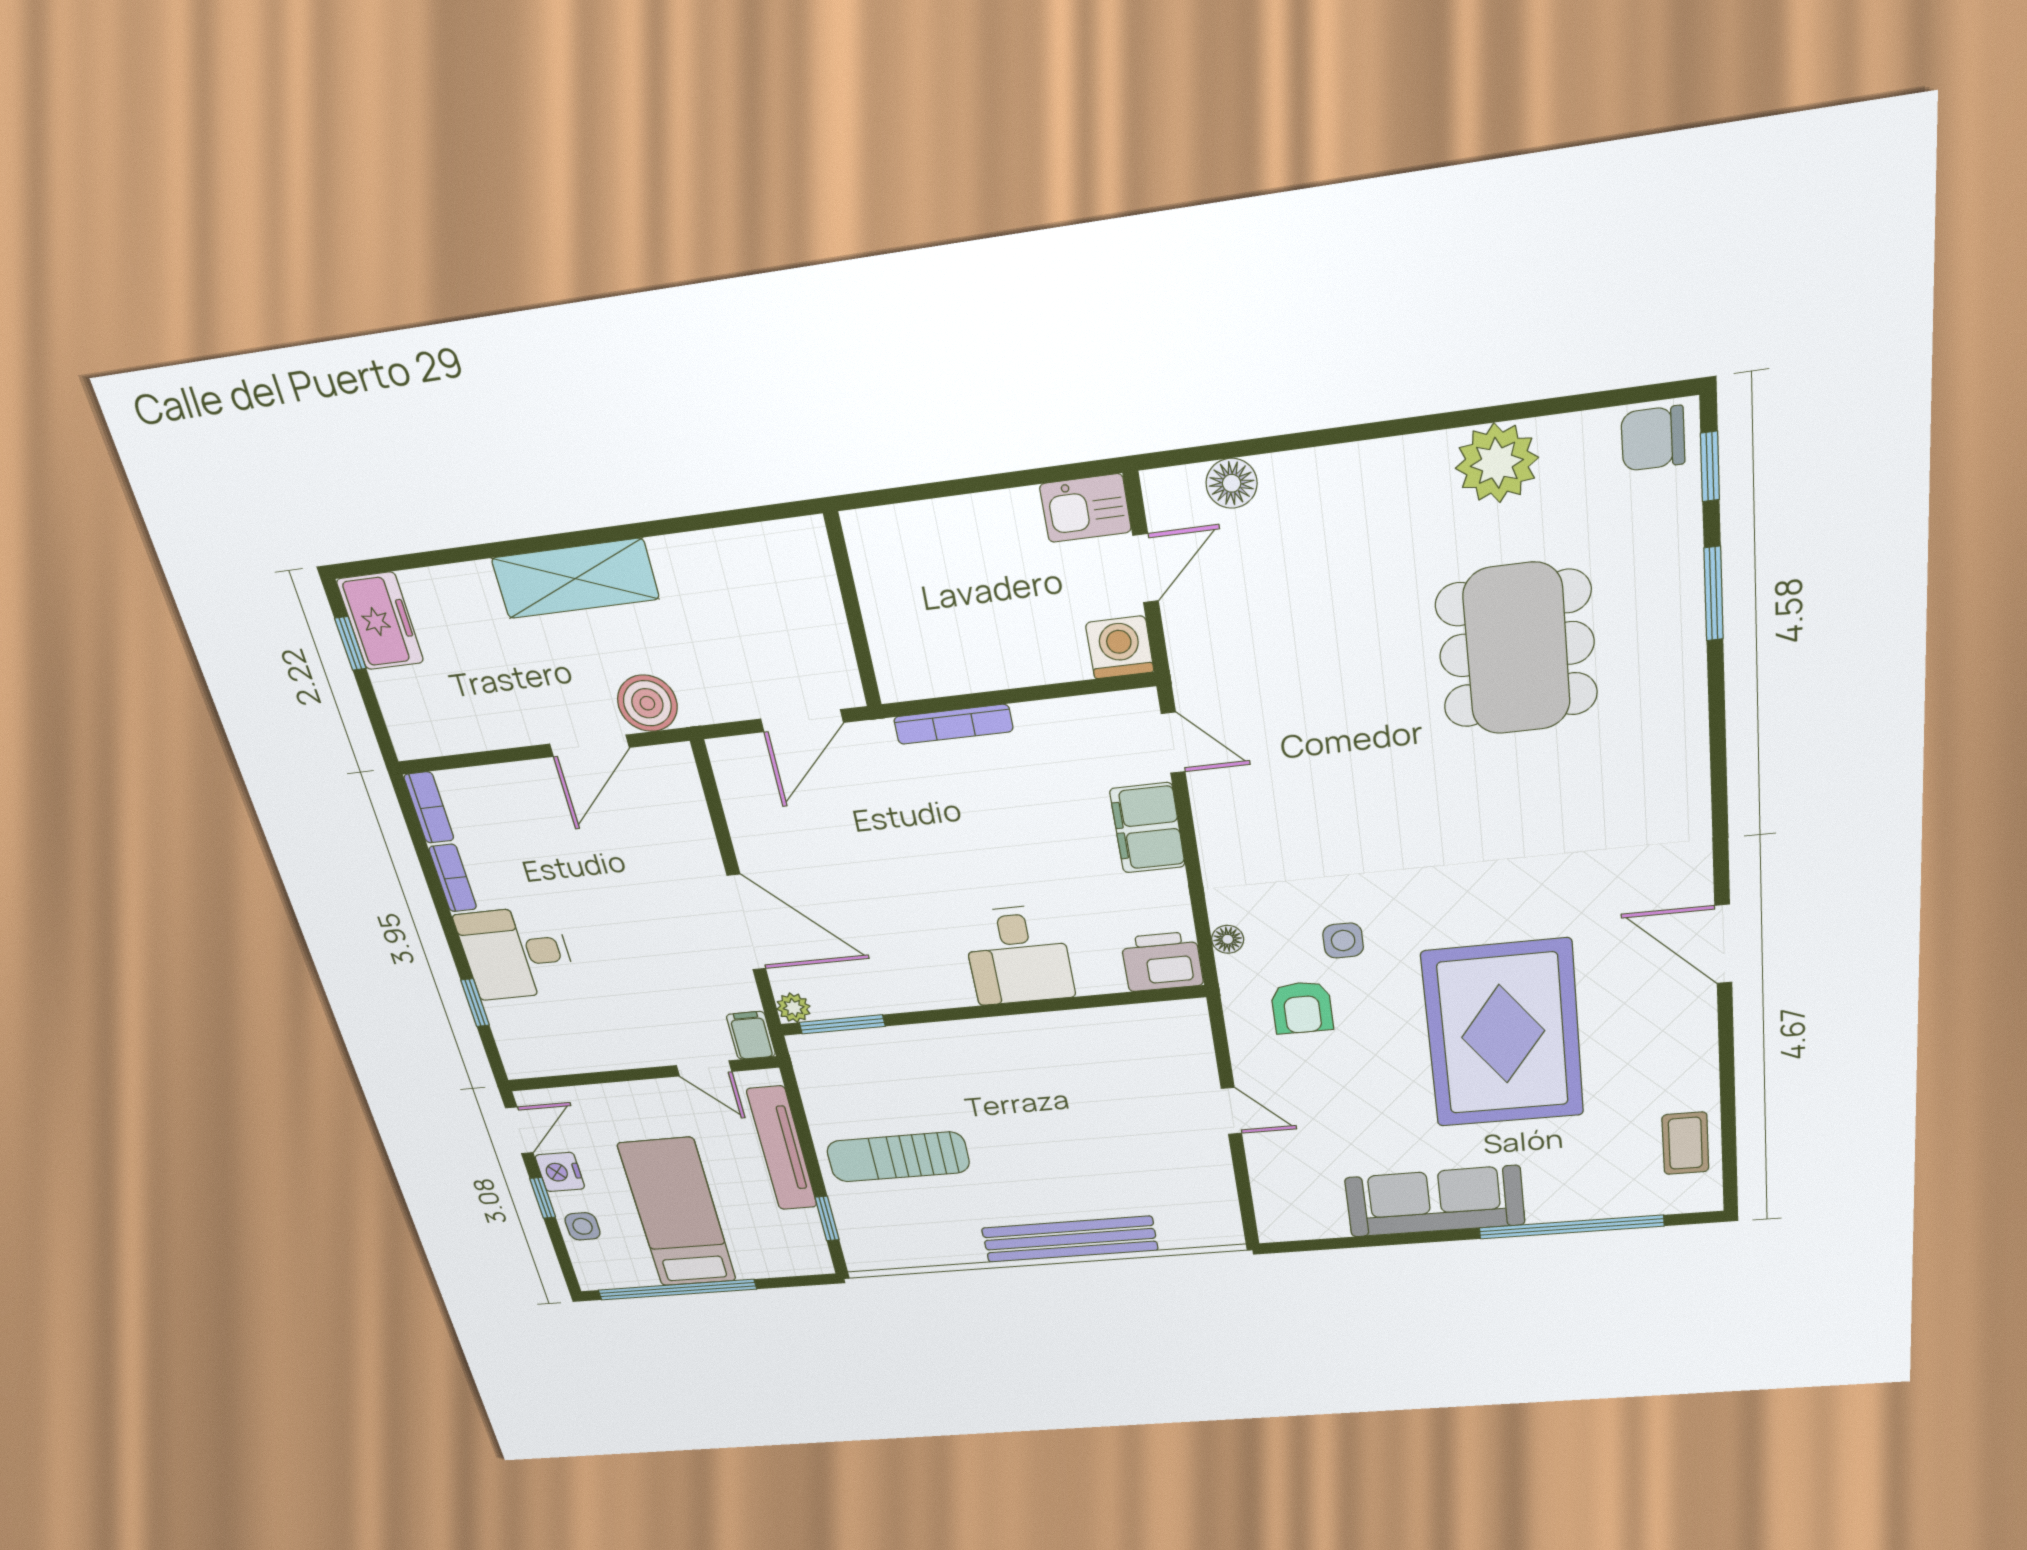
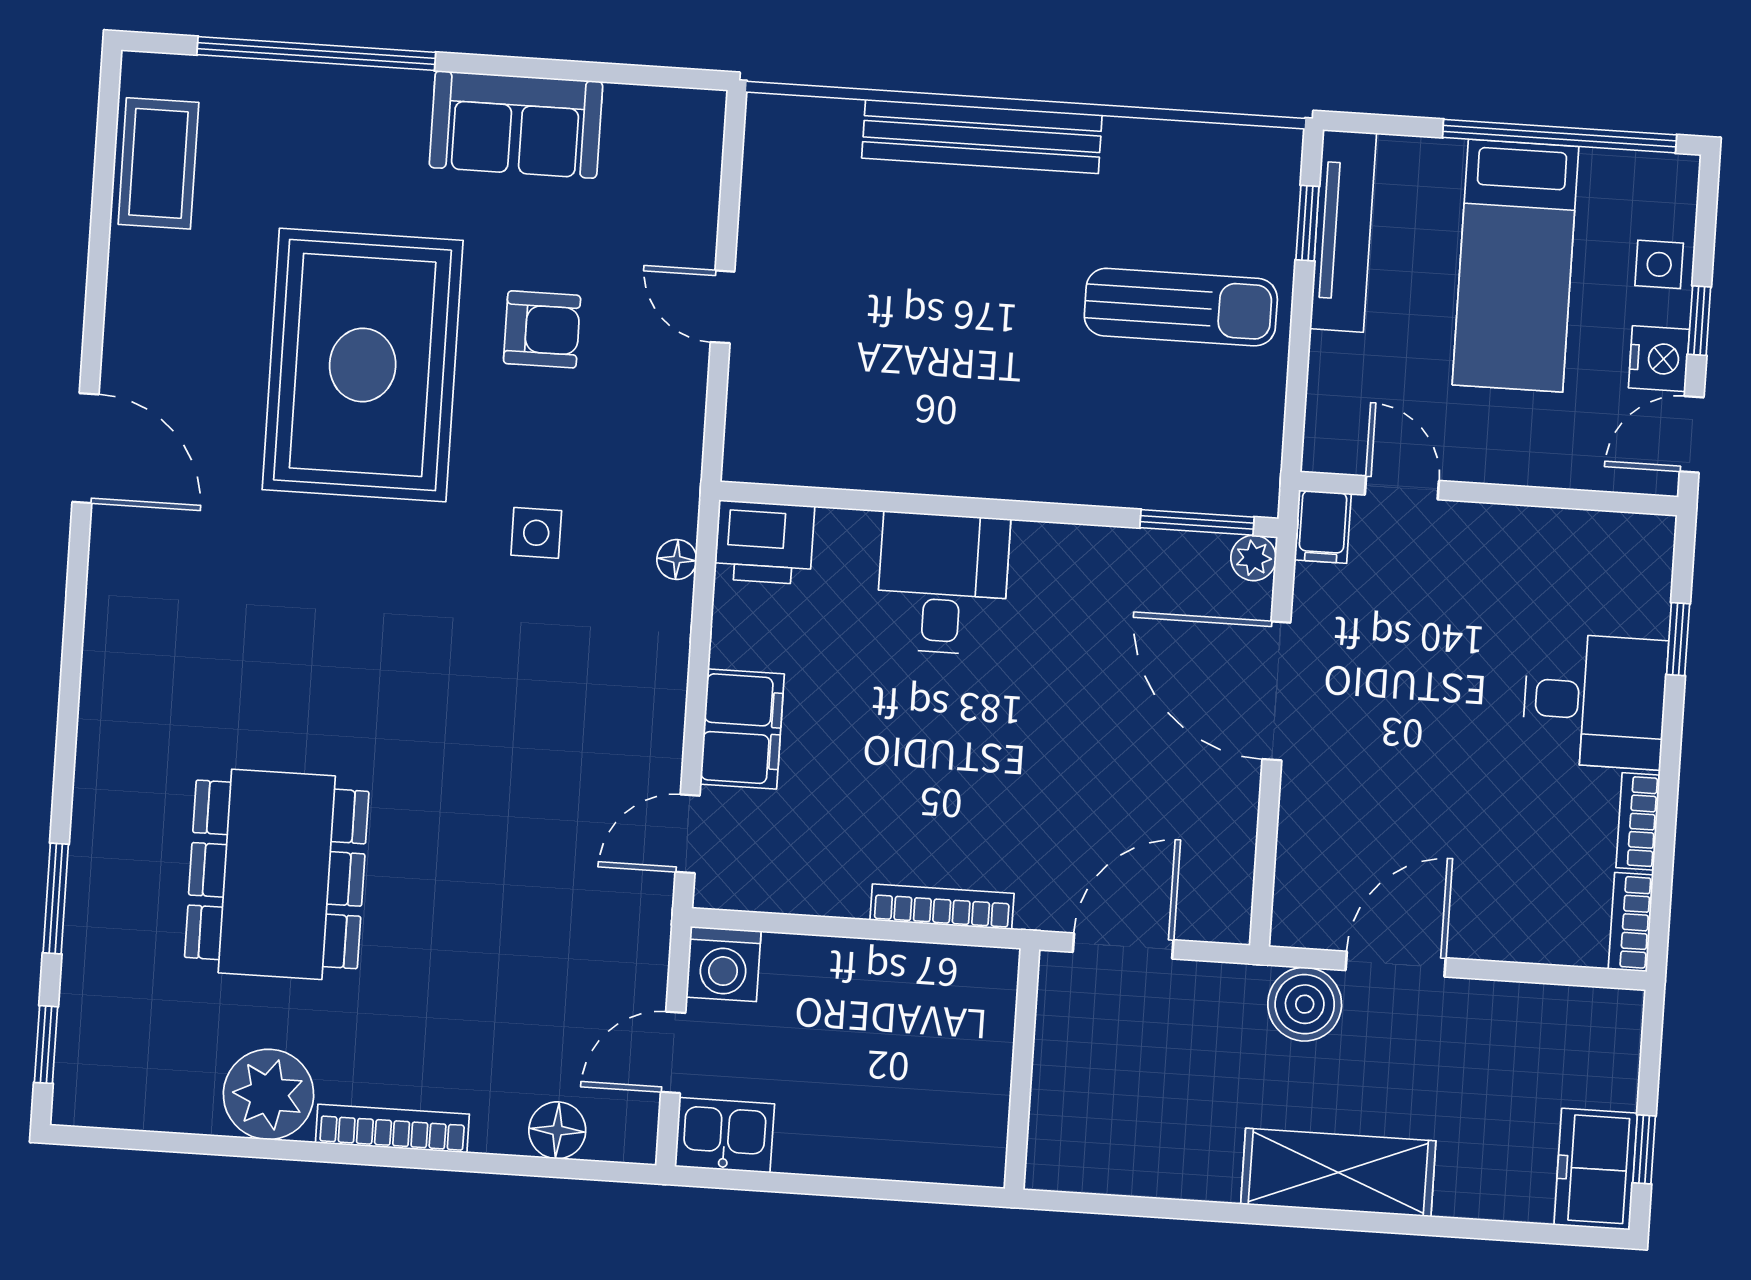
chair: (1653, 438) -> (102, 1088), removed
bookcase: (1379, 456) -> (392, 1128), added
door: (1173, 743) -> (688, 834), hinge flipped
armchair: (1302, 1008) -> (542, 329), moved, turned 90
coffee table: (1685, 1143) -> (158, 163), width x1.36, depth x1.30
tv unit: (782, 1148) -> (1343, 231), moved
sofa: (1435, 1201) -> (516, 125), width x0.73

